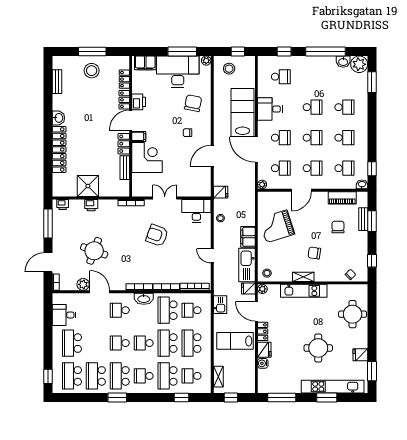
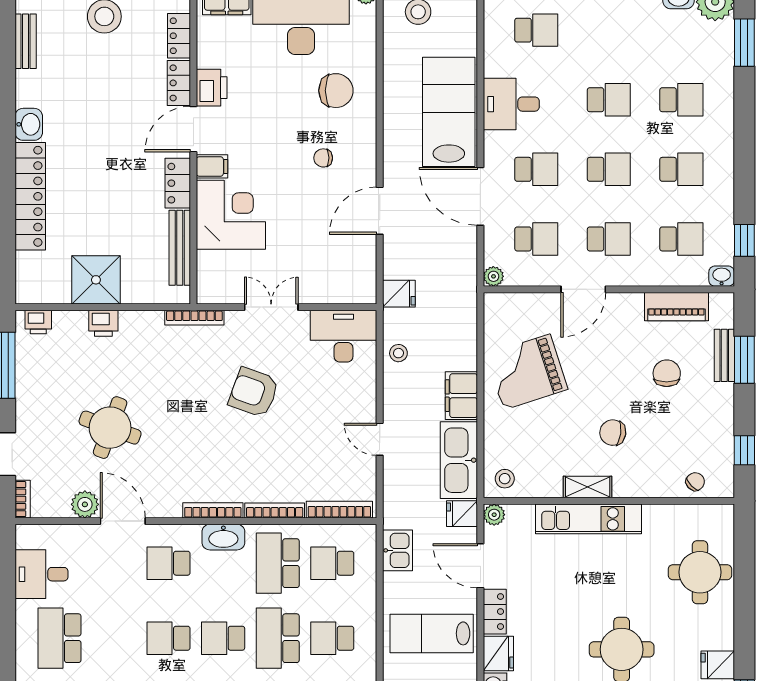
chair: (193, 103) -> (336, 91), turned 79
bench: (125, 168) -> (180, 248), width x1.36
school desk: (191, 343) -> (332, 638), width x0.54

